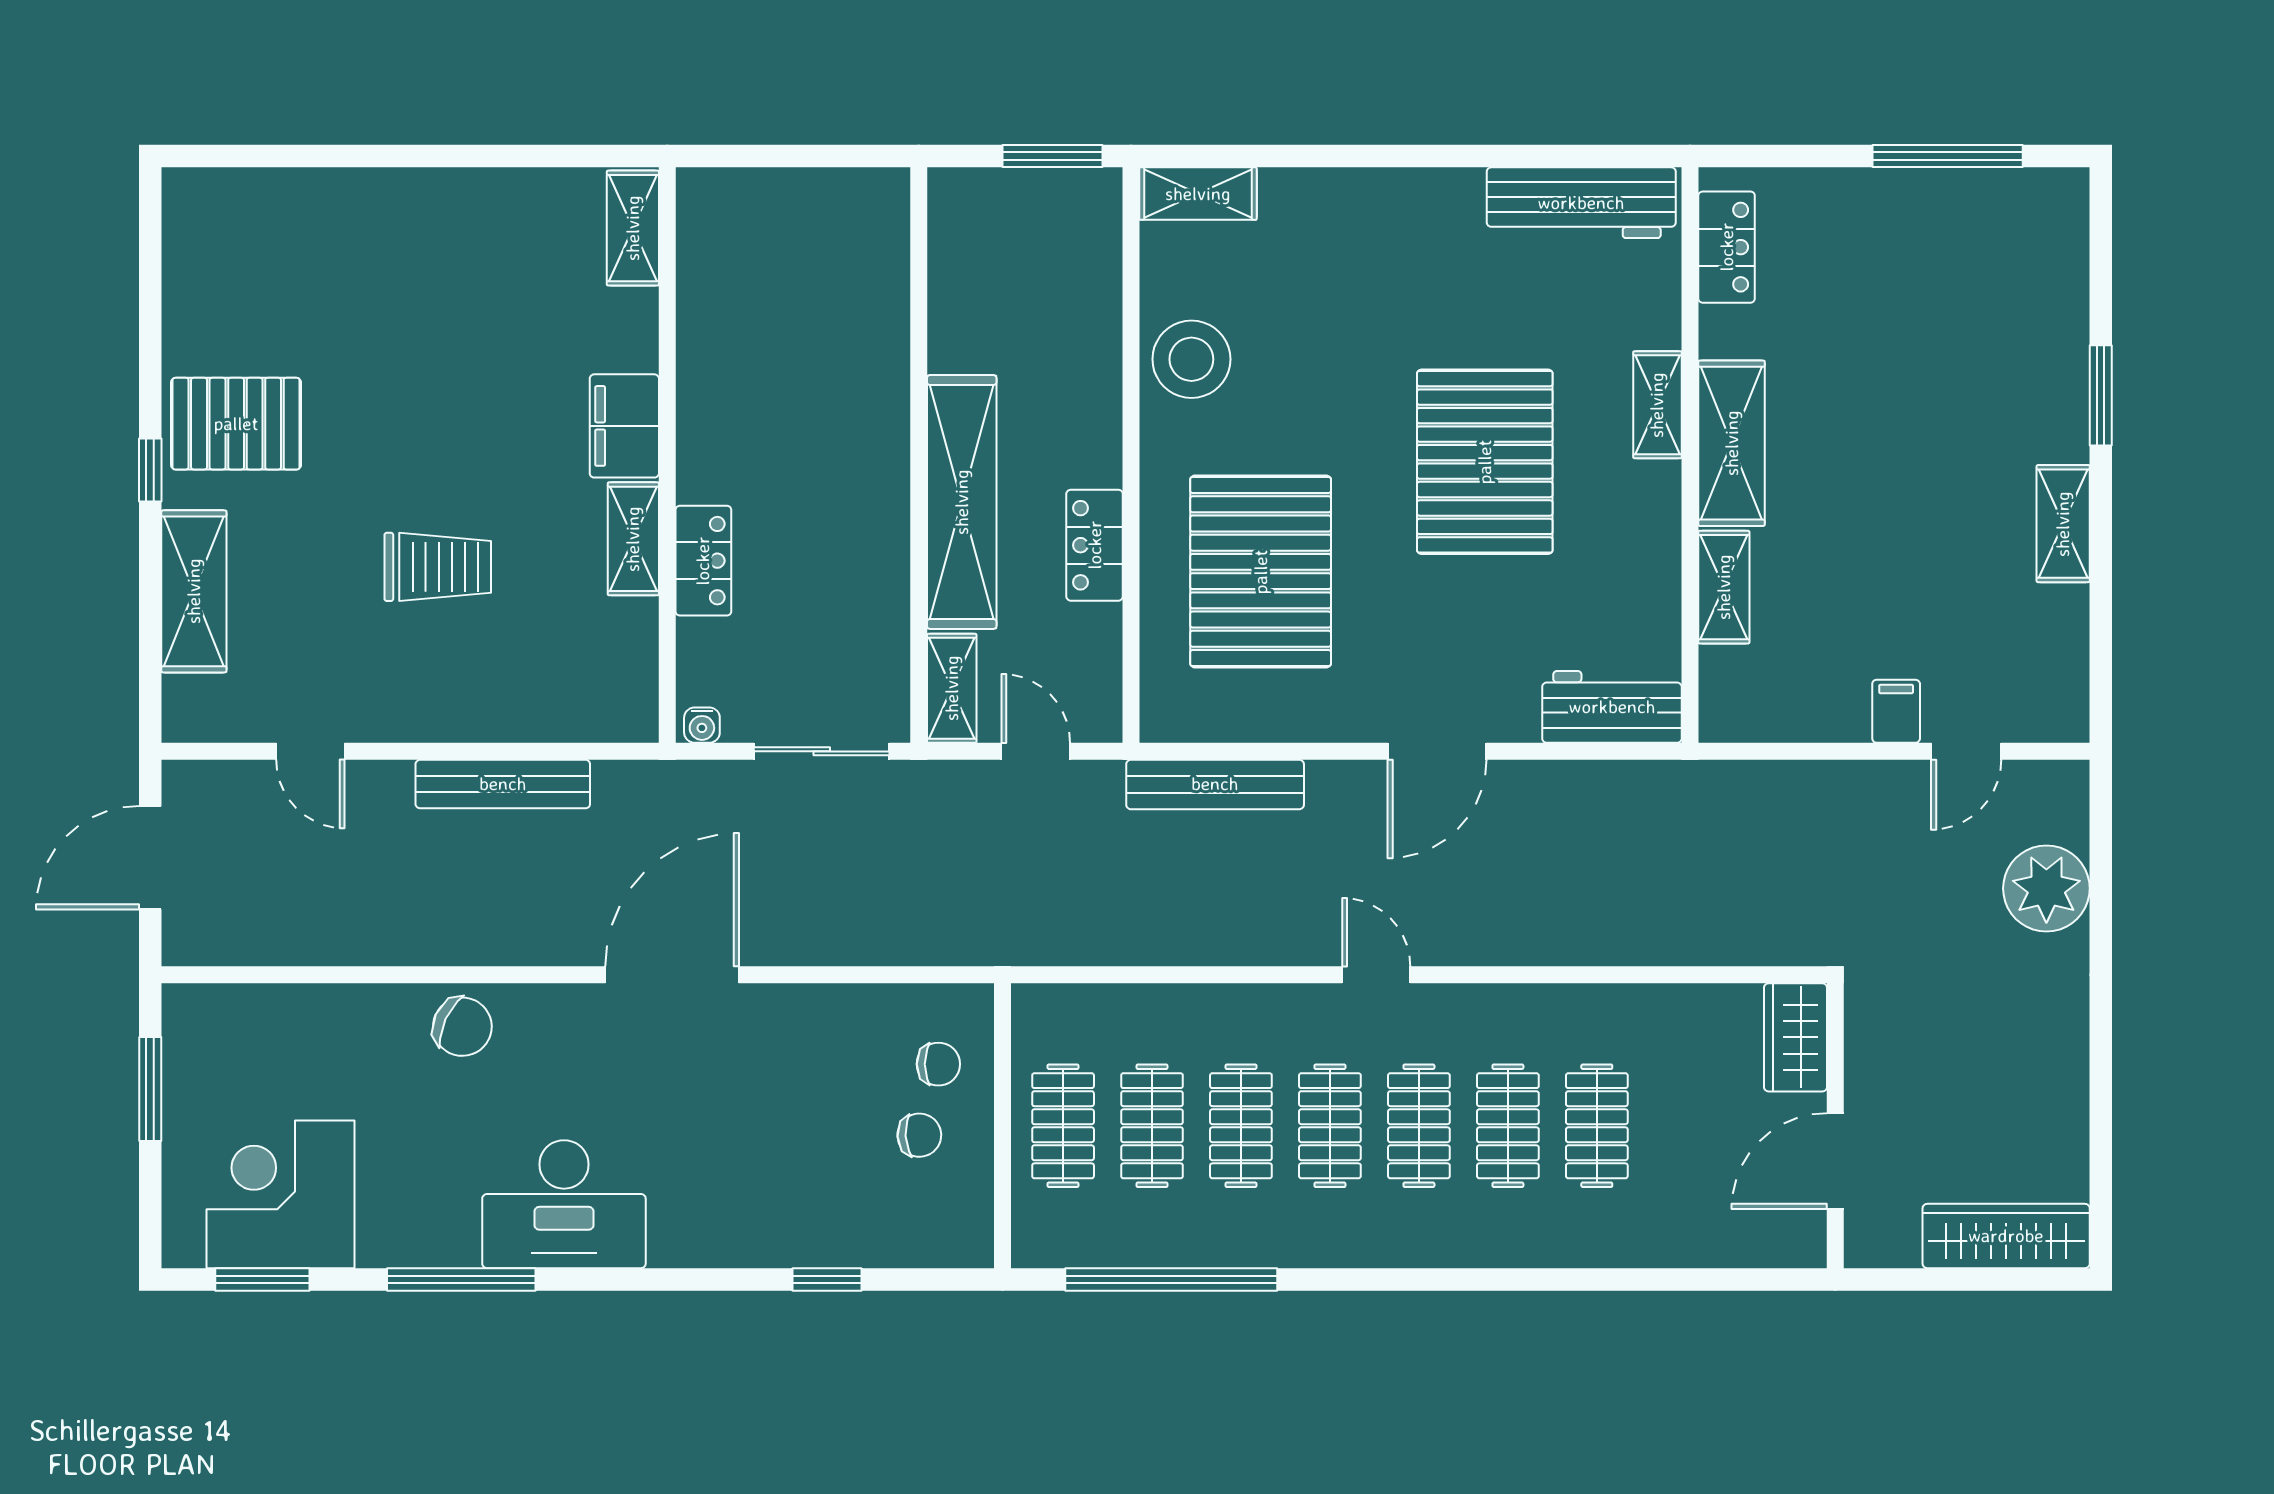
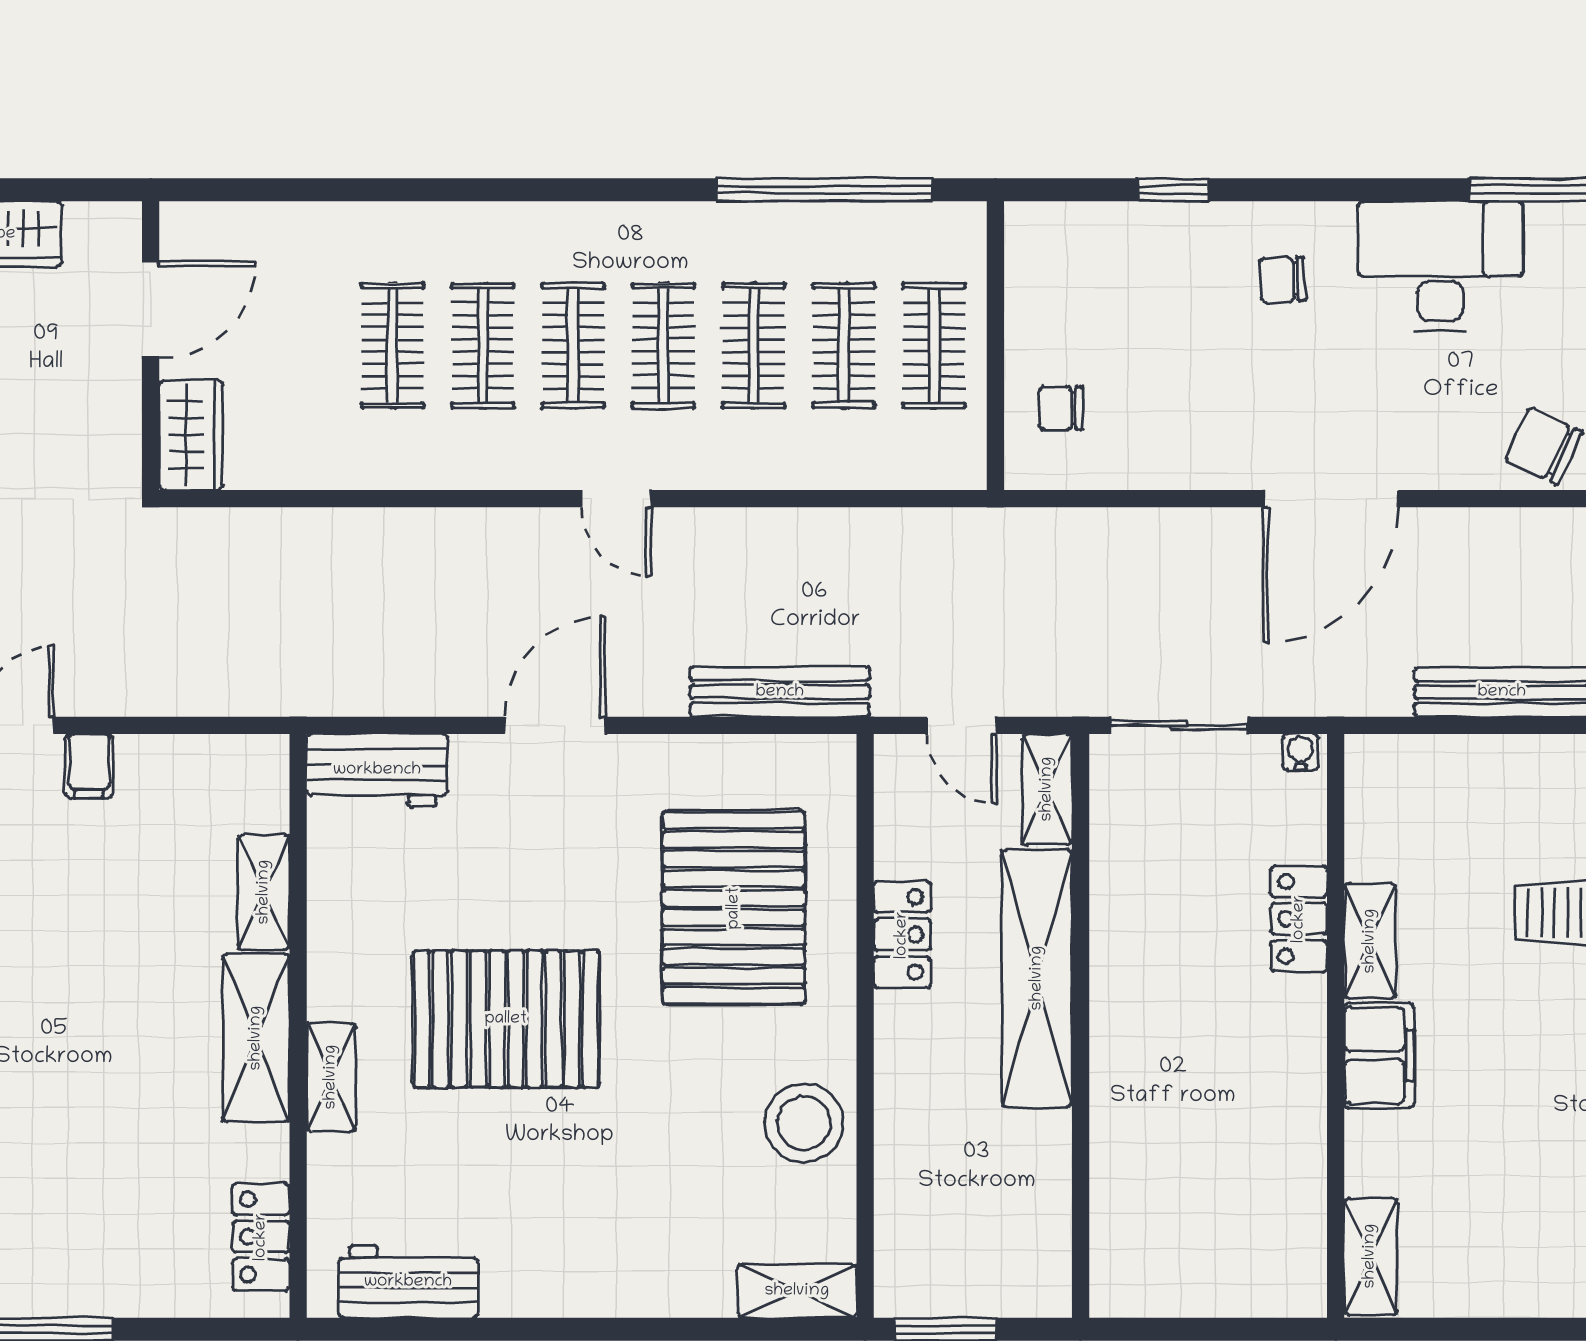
workbench: (1581, 203) -> (408, 1282), width x0.73
pallet: (1485, 462) -> (506, 1019), turned 90
chair: (919, 1135) -> (1282, 280), moved

